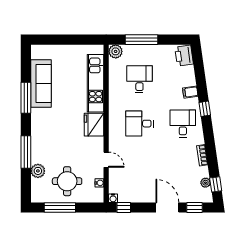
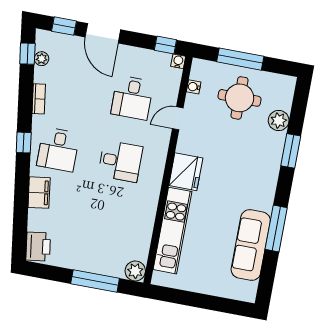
desk: (139, 79) -> (132, 98), moved
filing cabinet: (190, 92) -> (39, 193), width x2.00
window: (205, 109) -> (24, 143), moved
window: (26, 152) -> (291, 151), width x0.69
door: (106, 160) -> (178, 118), hinge flipped
window: (60, 208) -> (240, 59), moved

